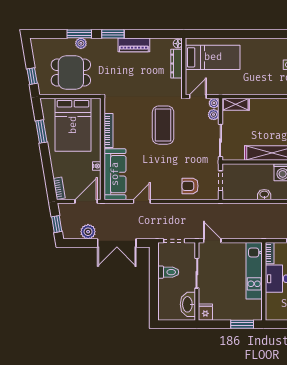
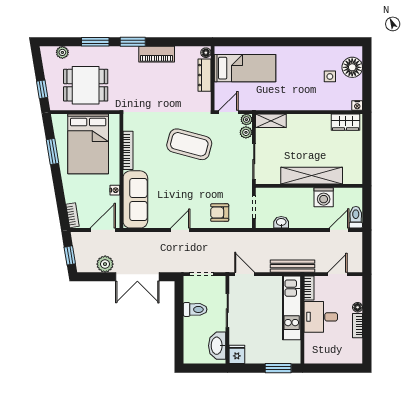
plant: (81, 43) -> (62, 52), moved
coffee table: (163, 125) -> (189, 144), turned -75
washbasin: (264, 195) -> (281, 222), moved
door: (142, 201) -> (180, 230), moved
bench: (255, 234) -> (293, 266), added

